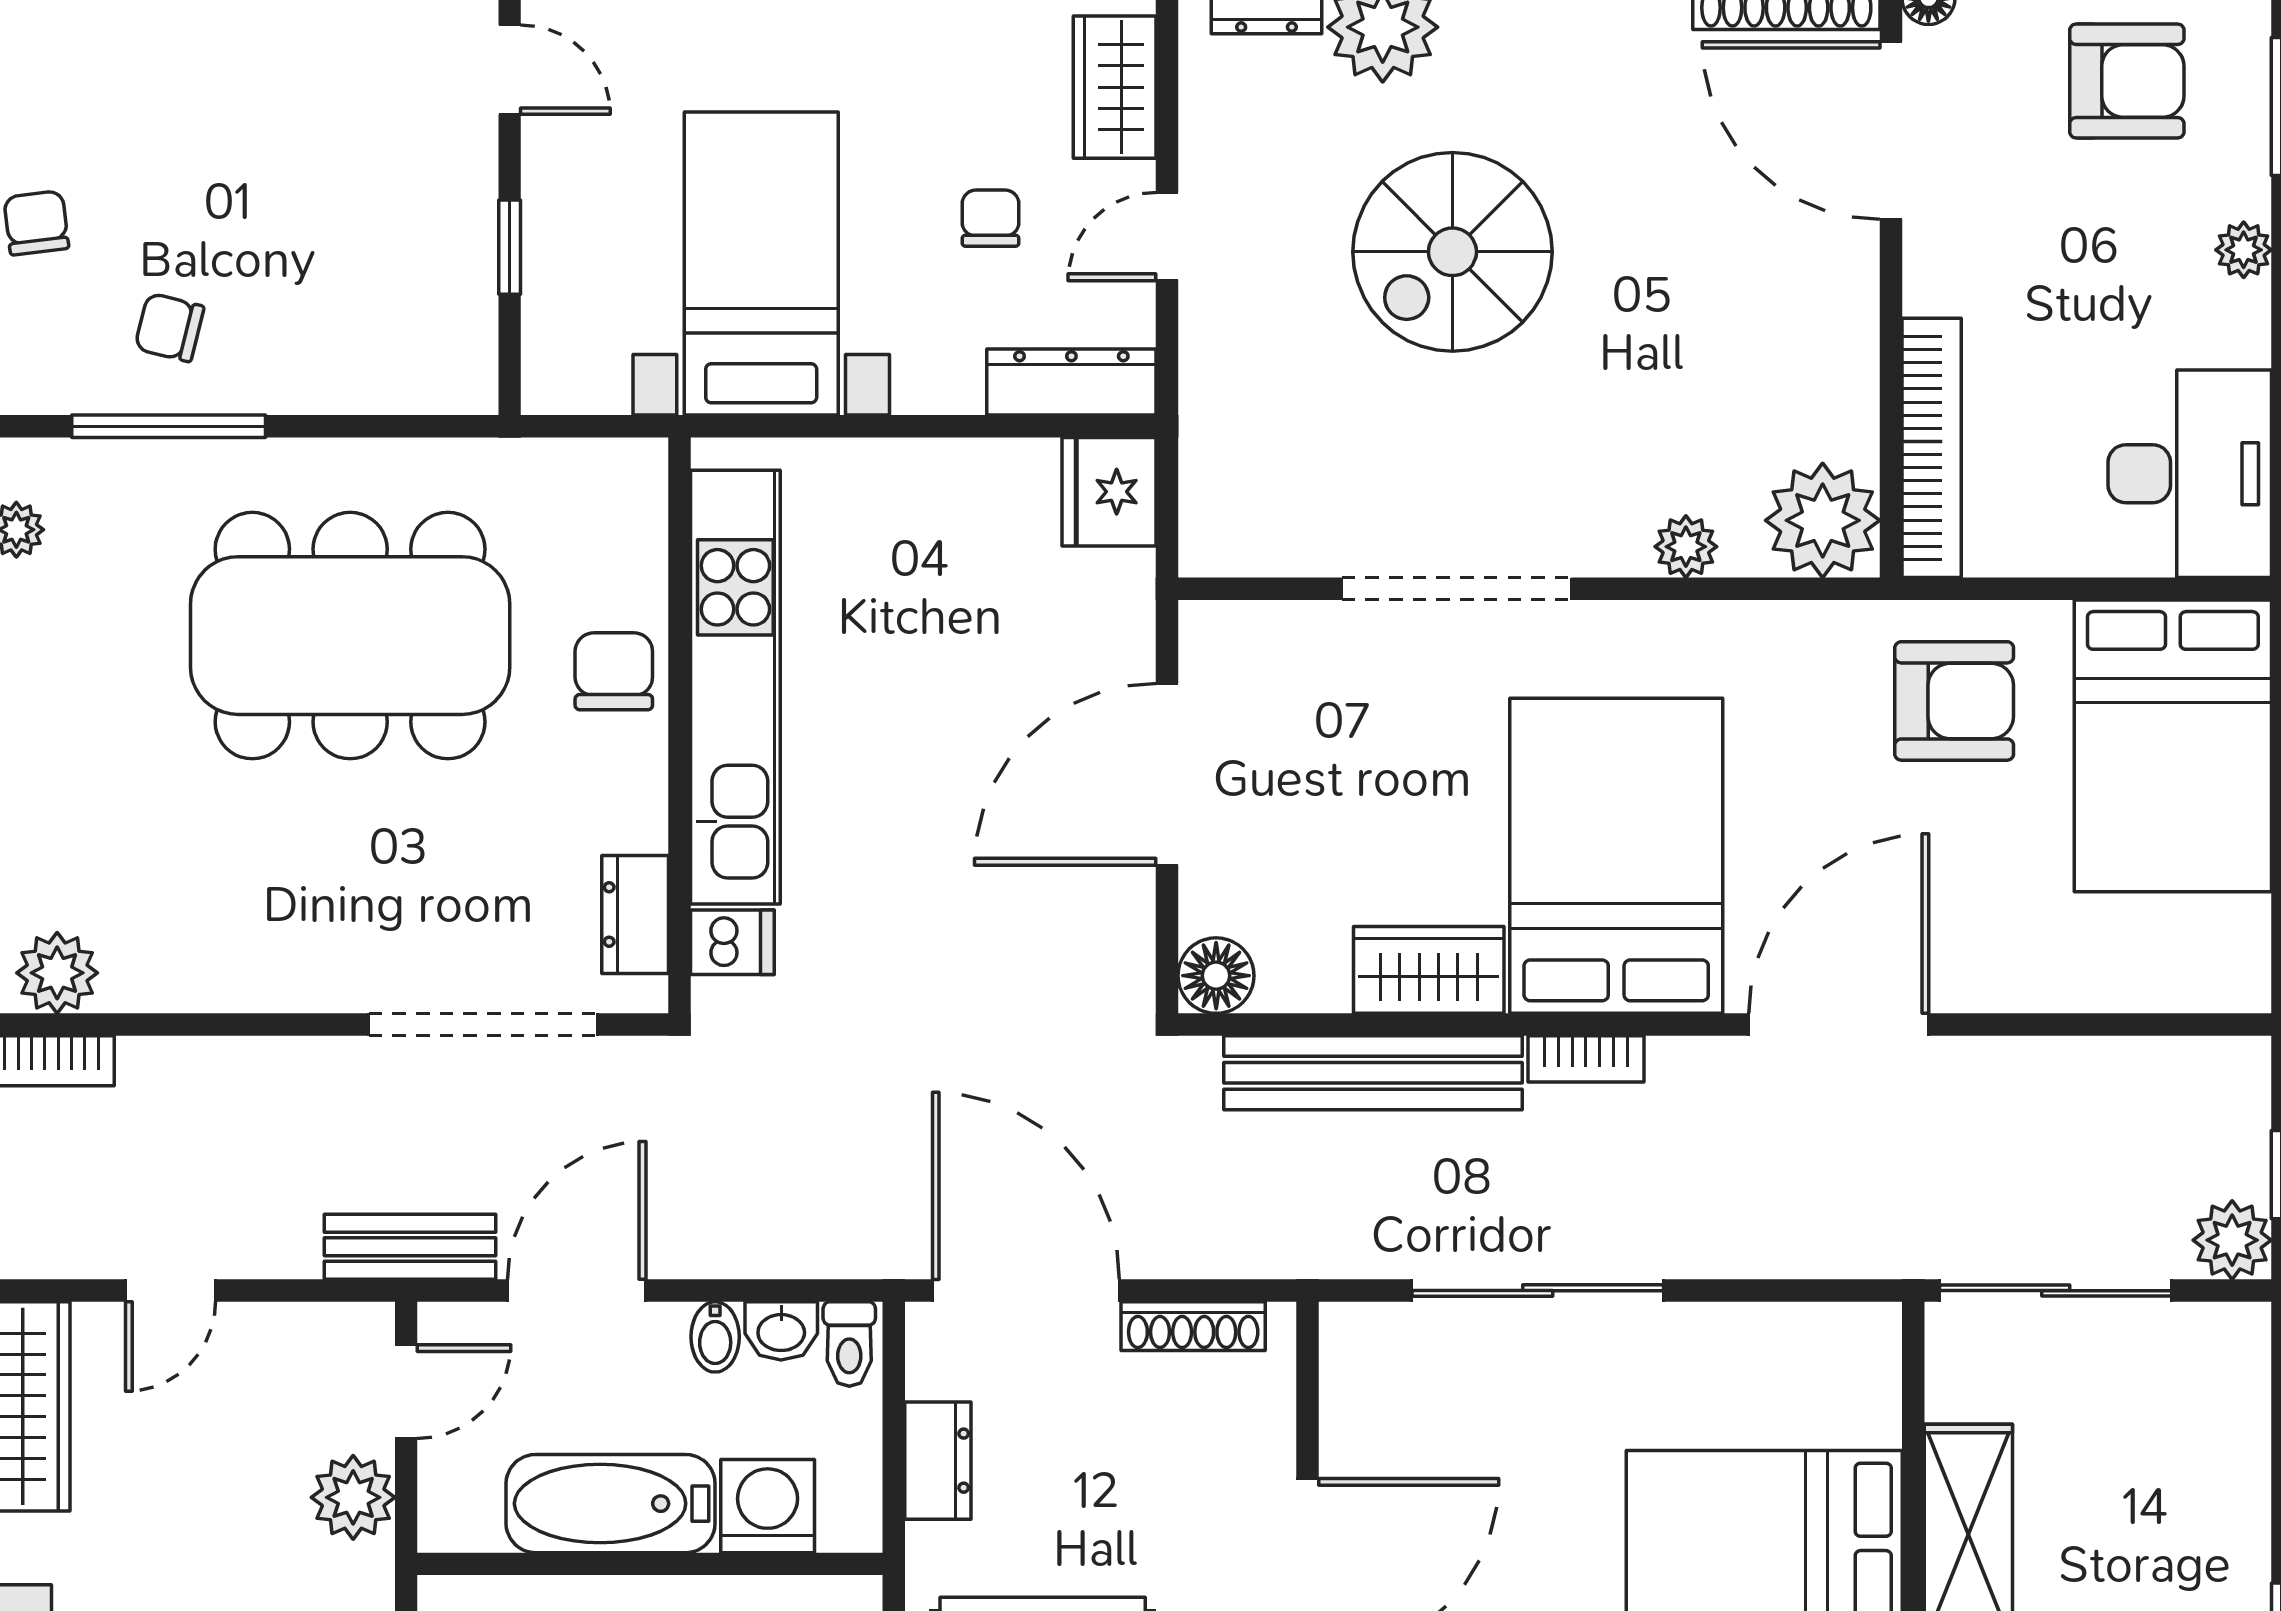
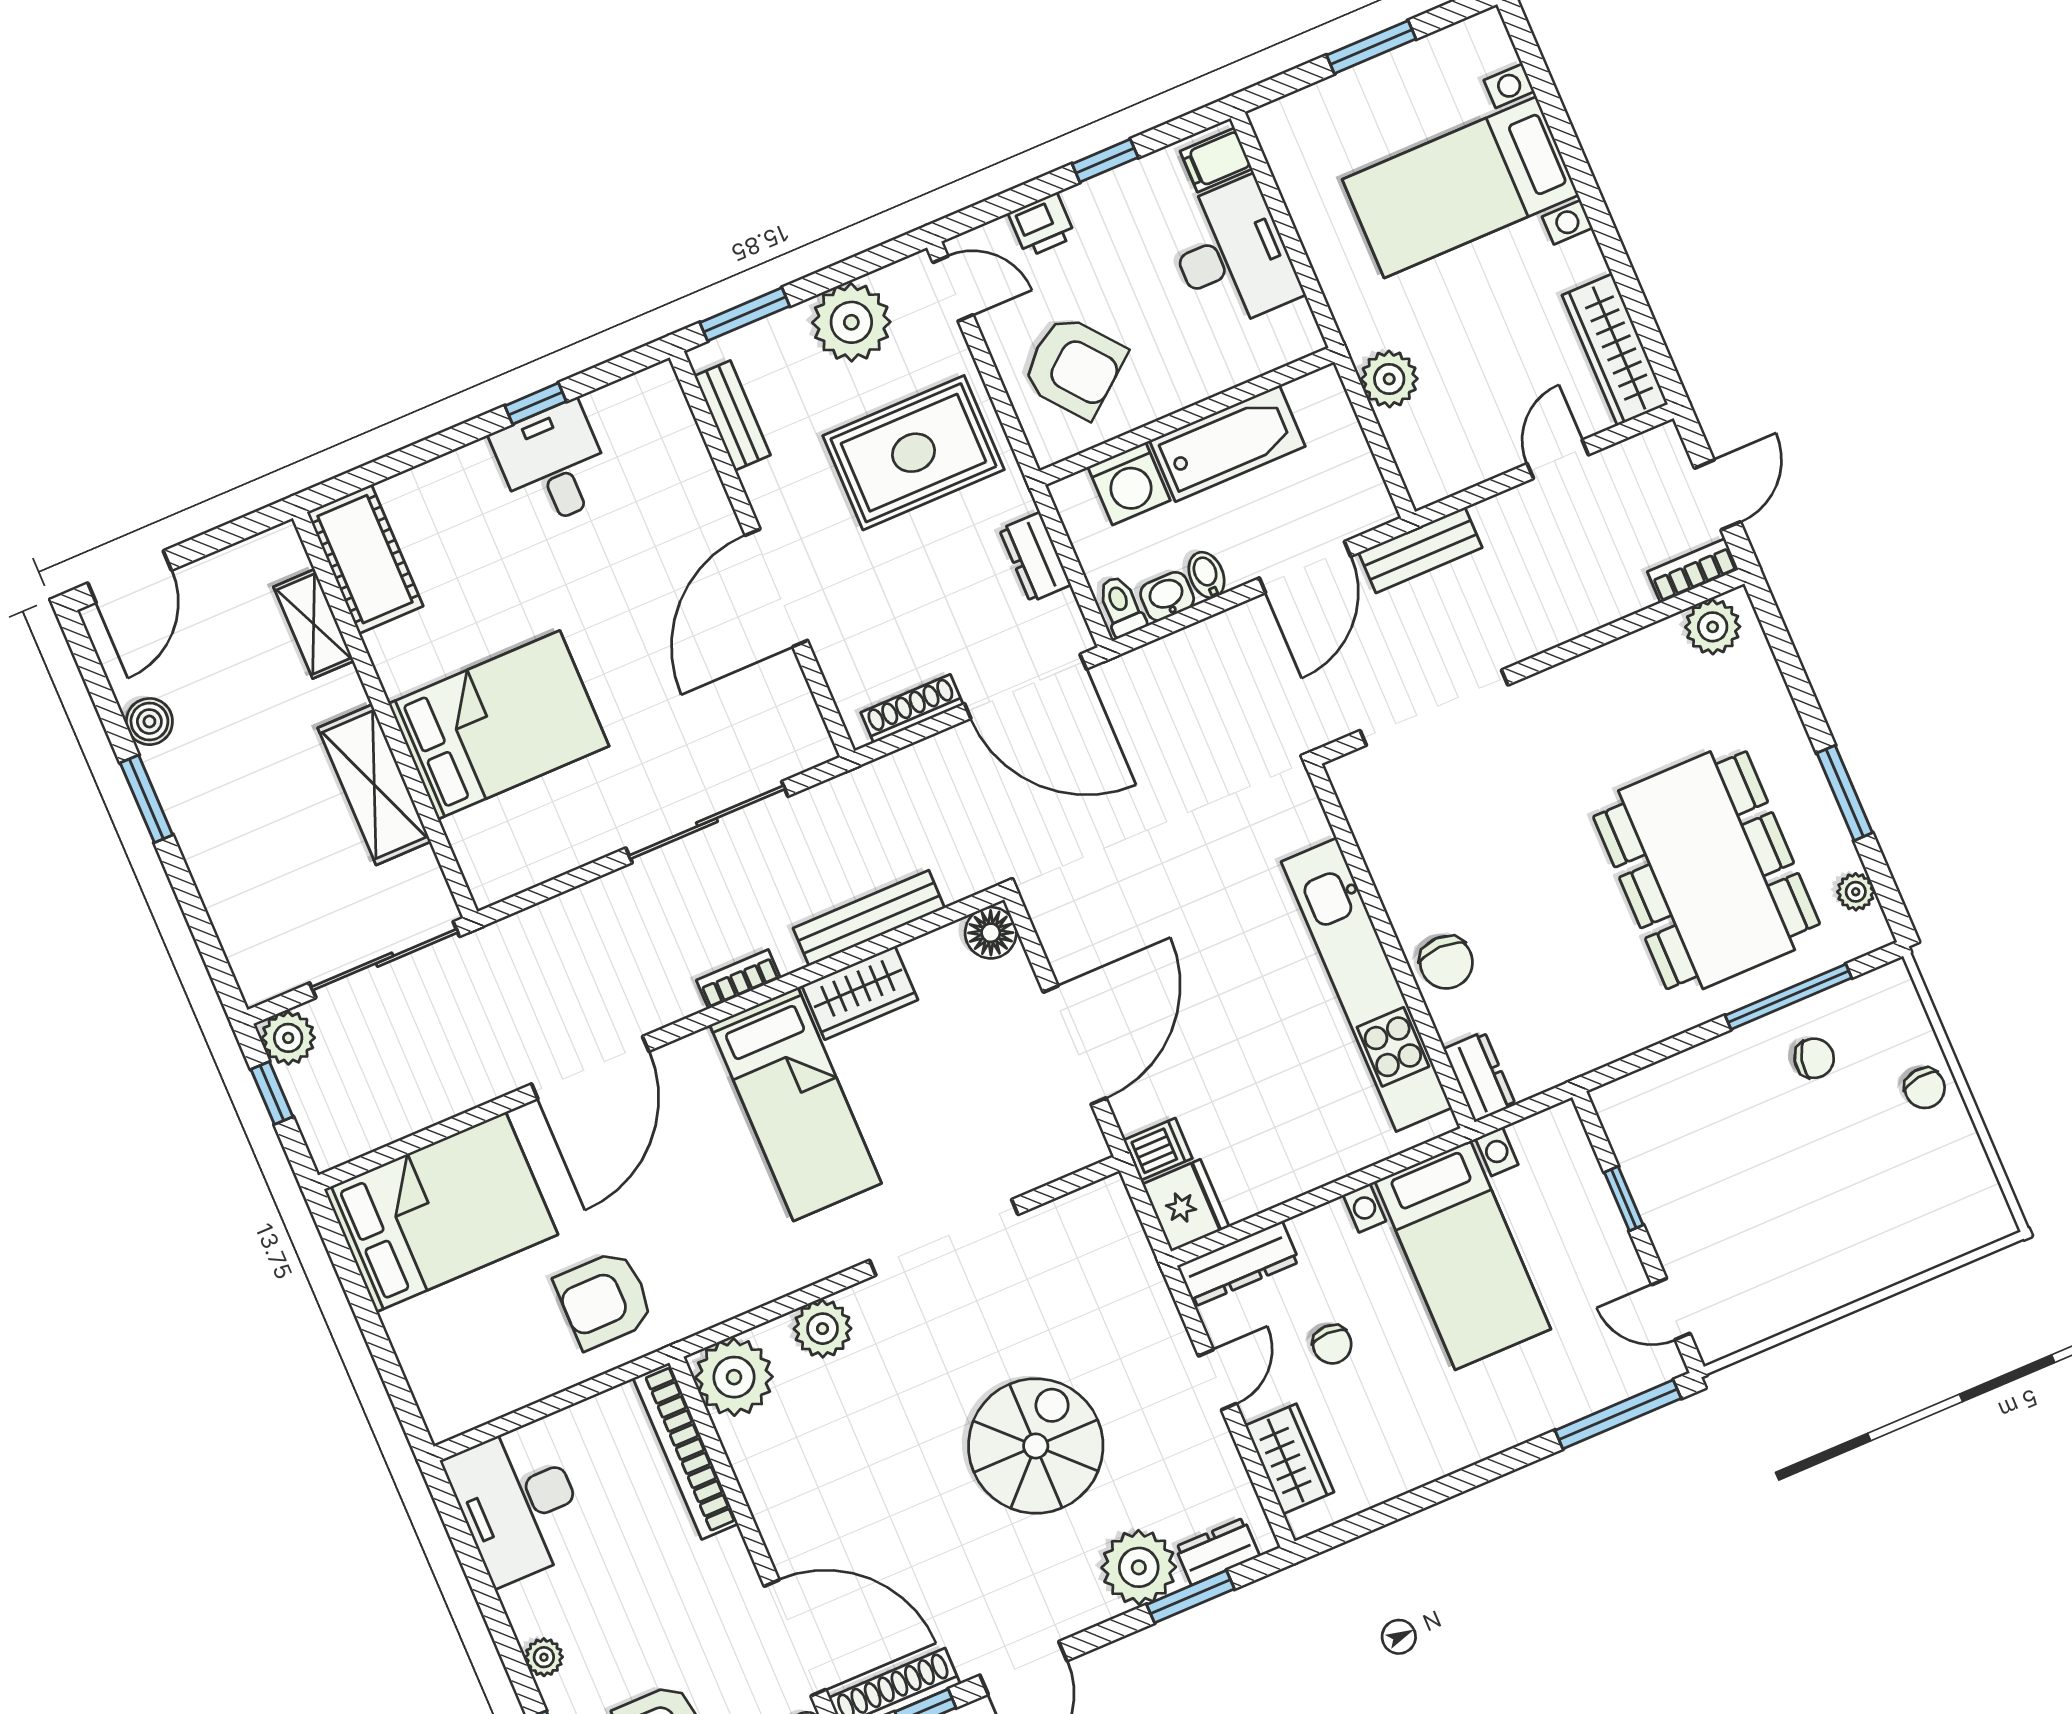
plant: (1686, 547) -> (822, 1329), width x1.38, depth x1.38
dining table: (350, 636) -> (1707, 870), moved, turned 90
bed: (2173, 746) -> (441, 1212), moved, turned 90
bed: (1616, 856) -> (796, 1104), width x0.67
dresser: (635, 914) -> (1479, 1077), moved
dishwasher: (732, 942) -> (1158, 1149), moved, turned 180
bench: (1373, 1073) -> (869, 918), width x0.73, depth x0.82
door: (406, 1392) -> (1384, 459), removed

